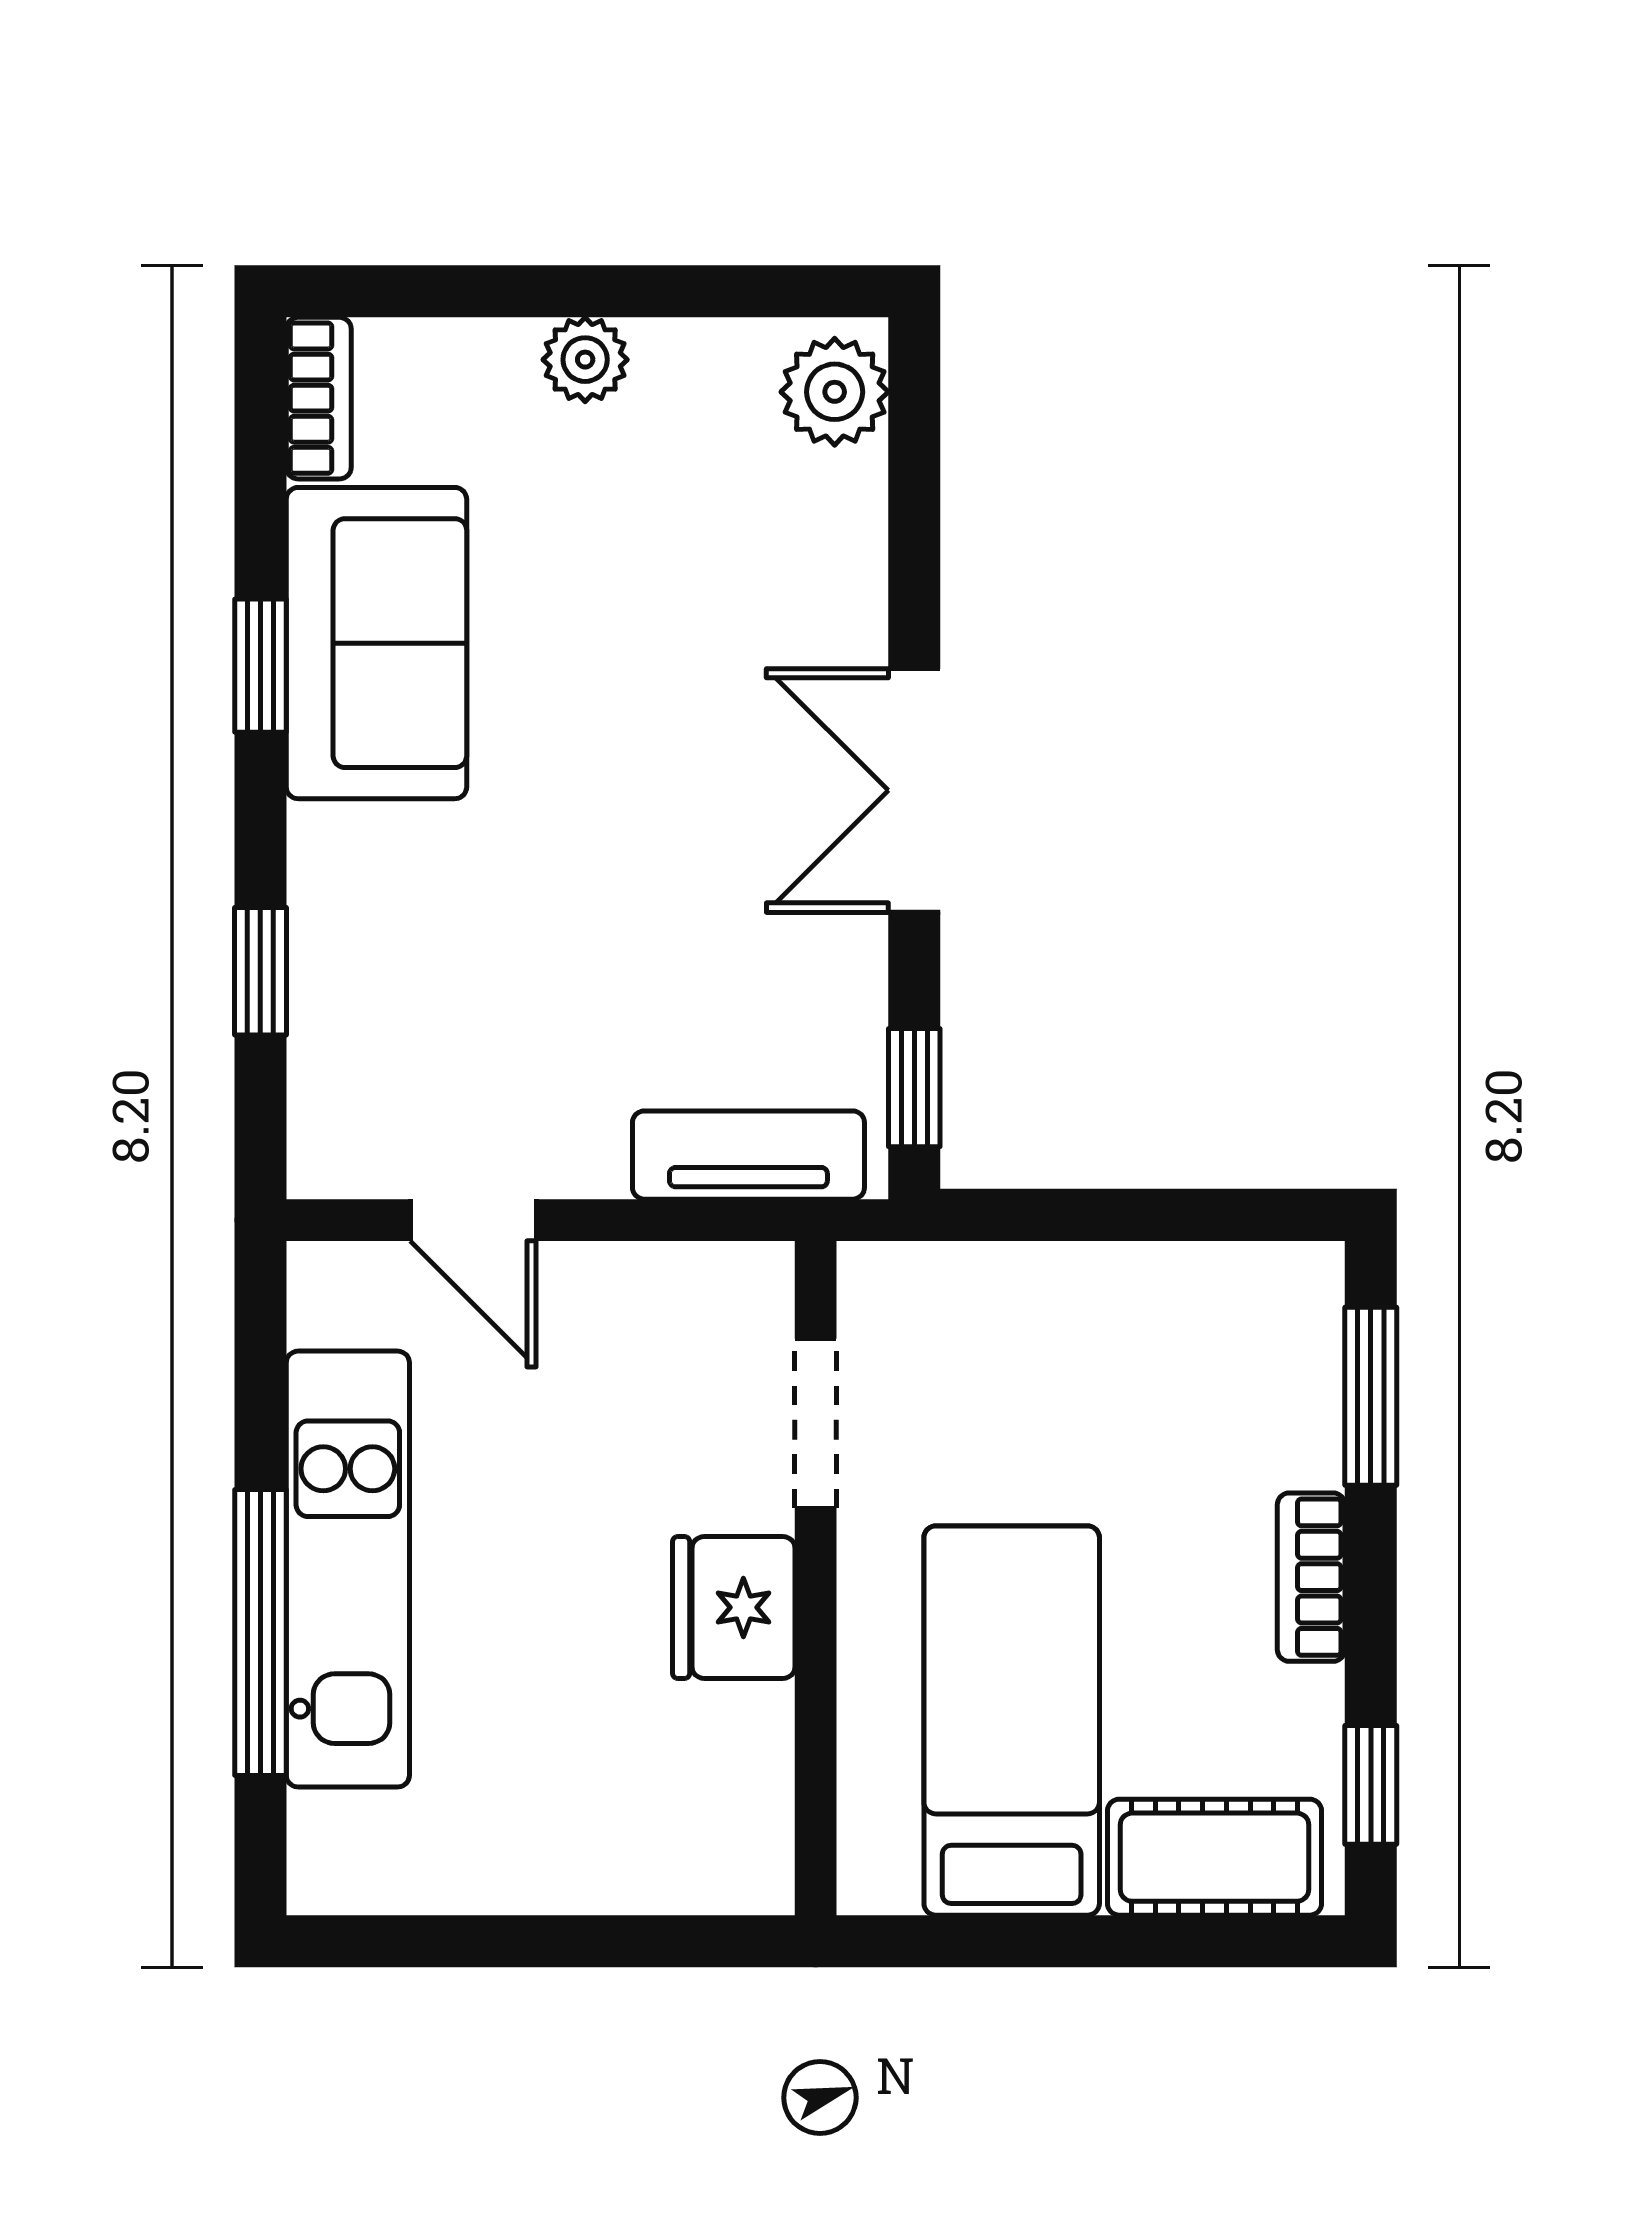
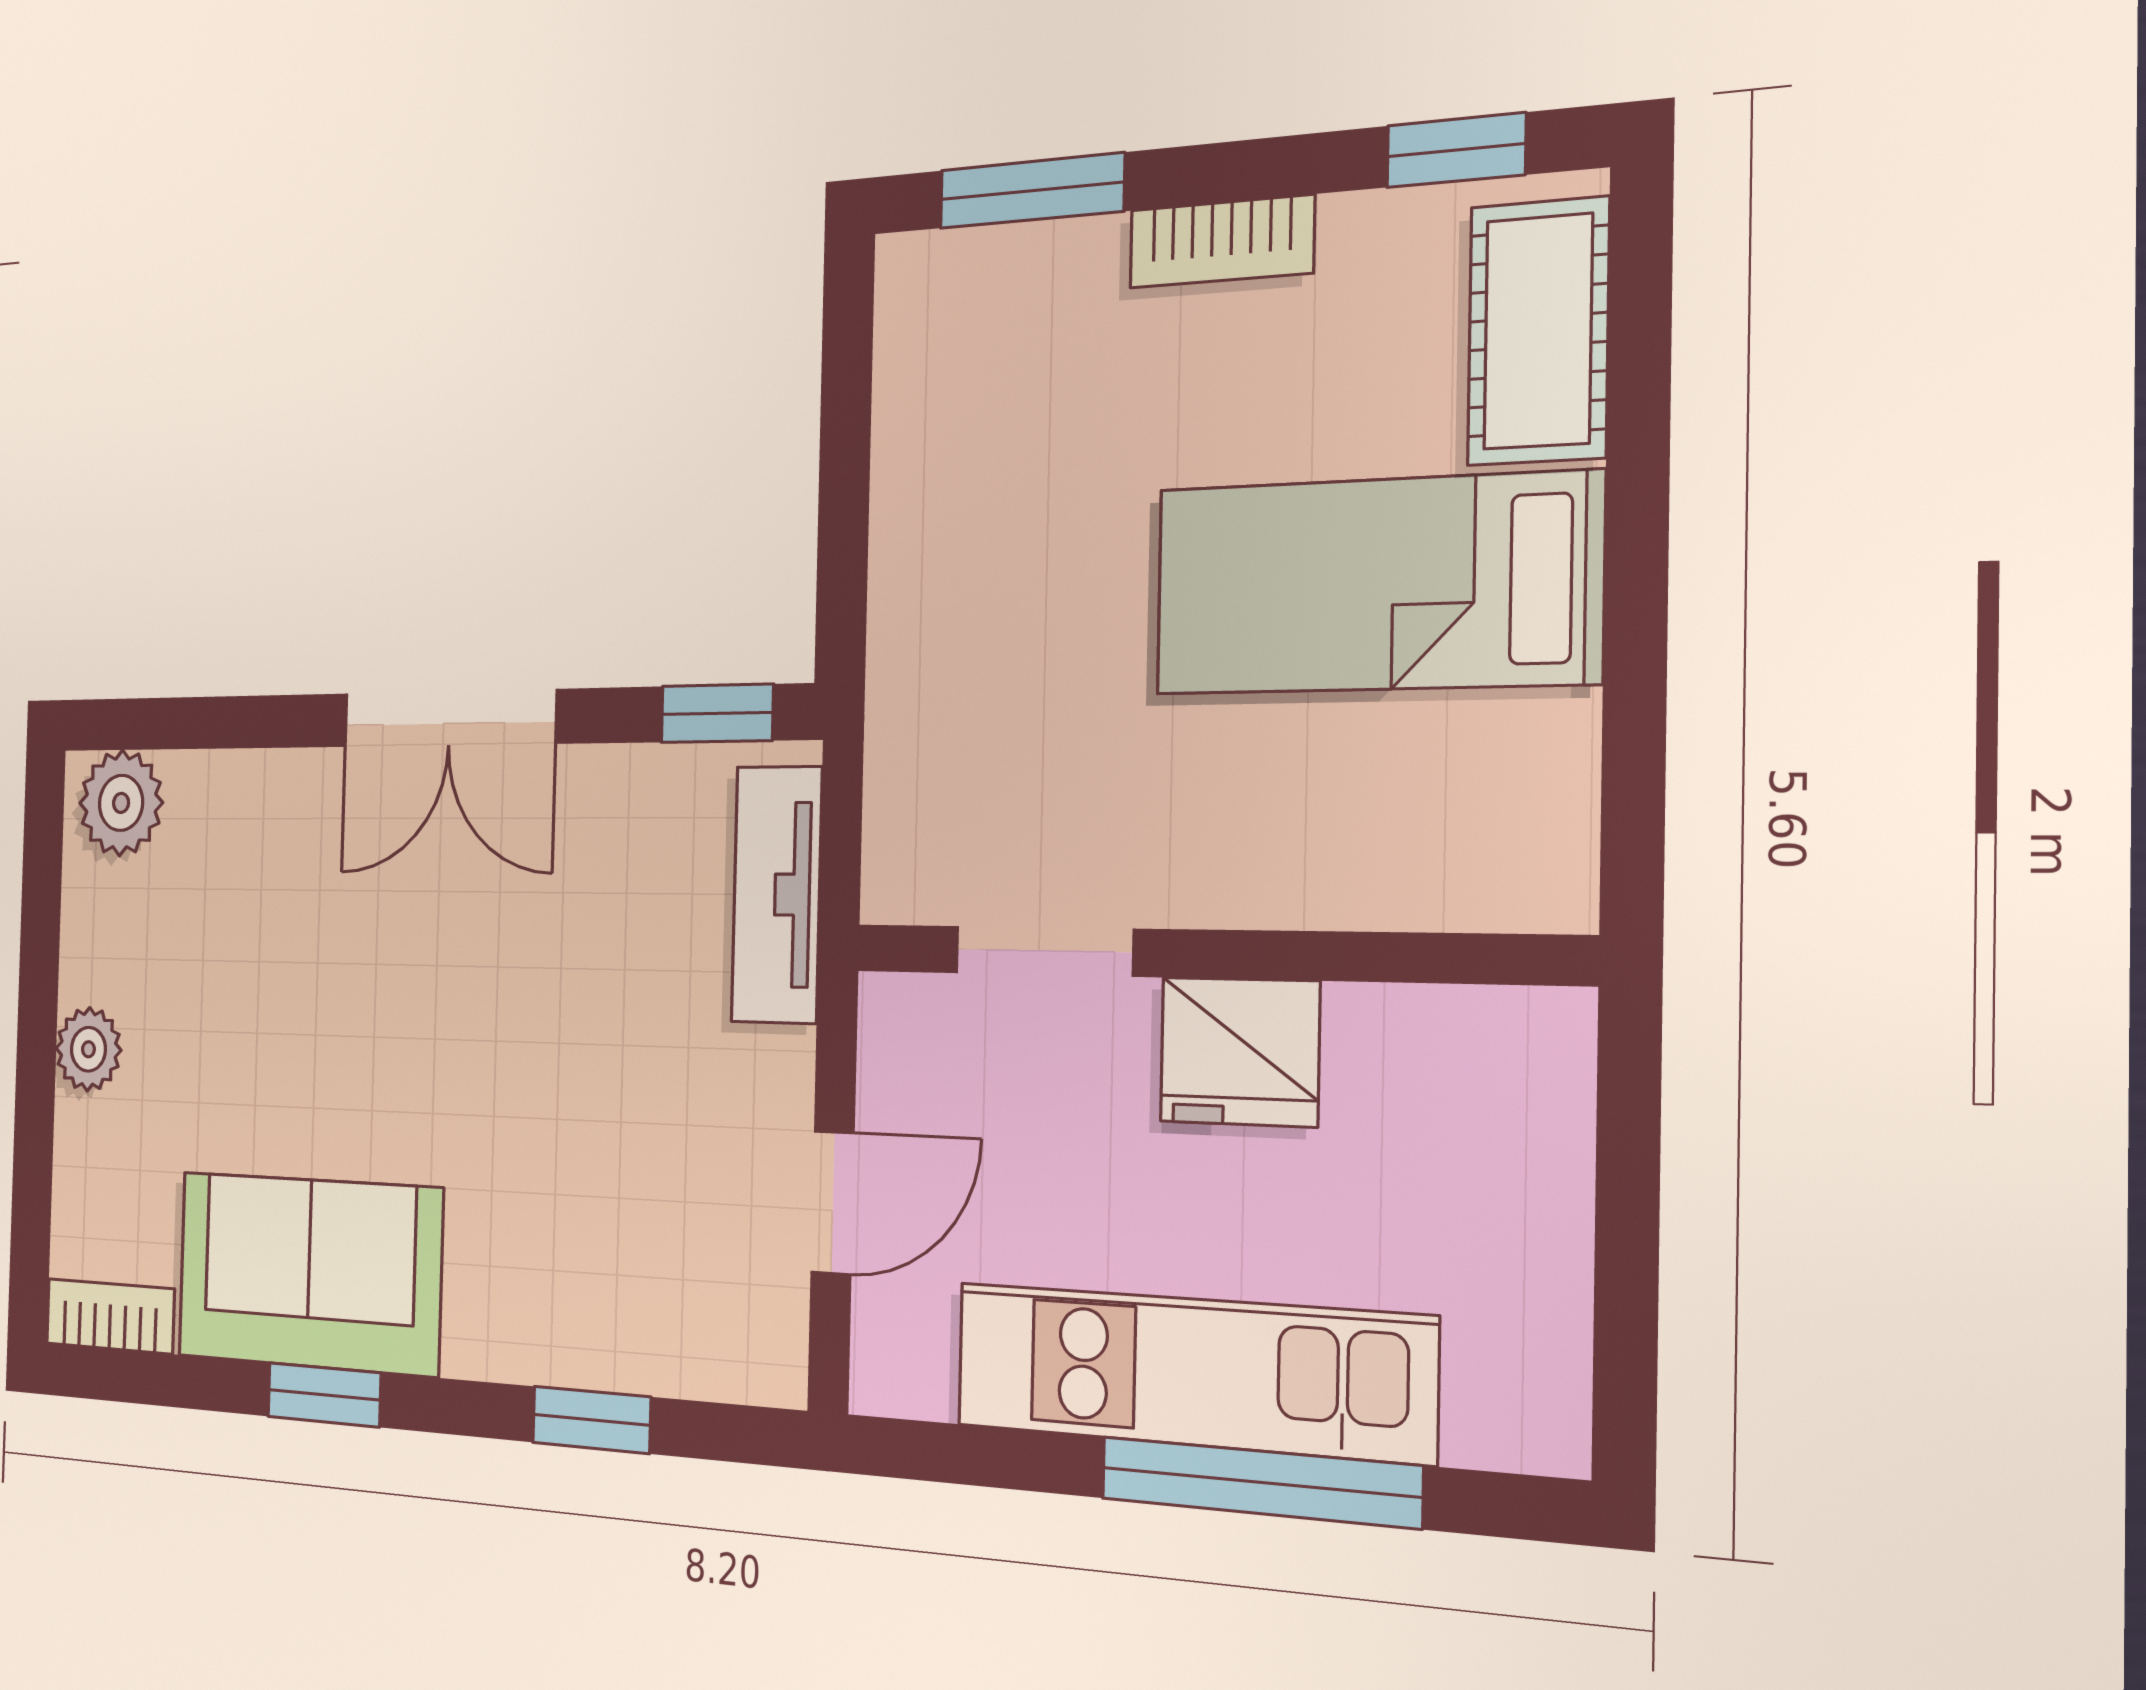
doorway: (816, 1423) -> (1044, 951), moved
wall: (816, 1578) -> (1209, 954), moved
fridge: (734, 1607) -> (1240, 1052), moved

